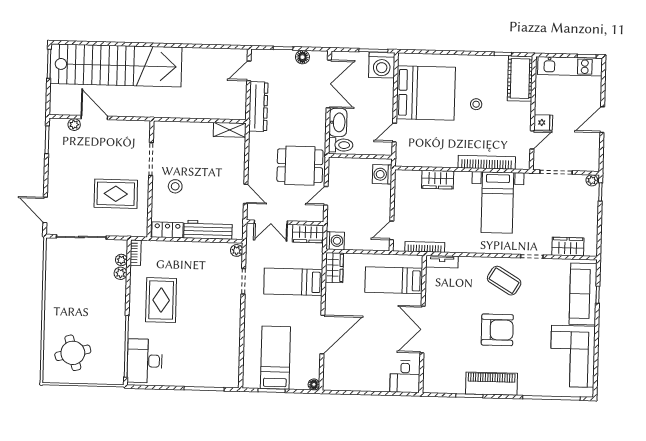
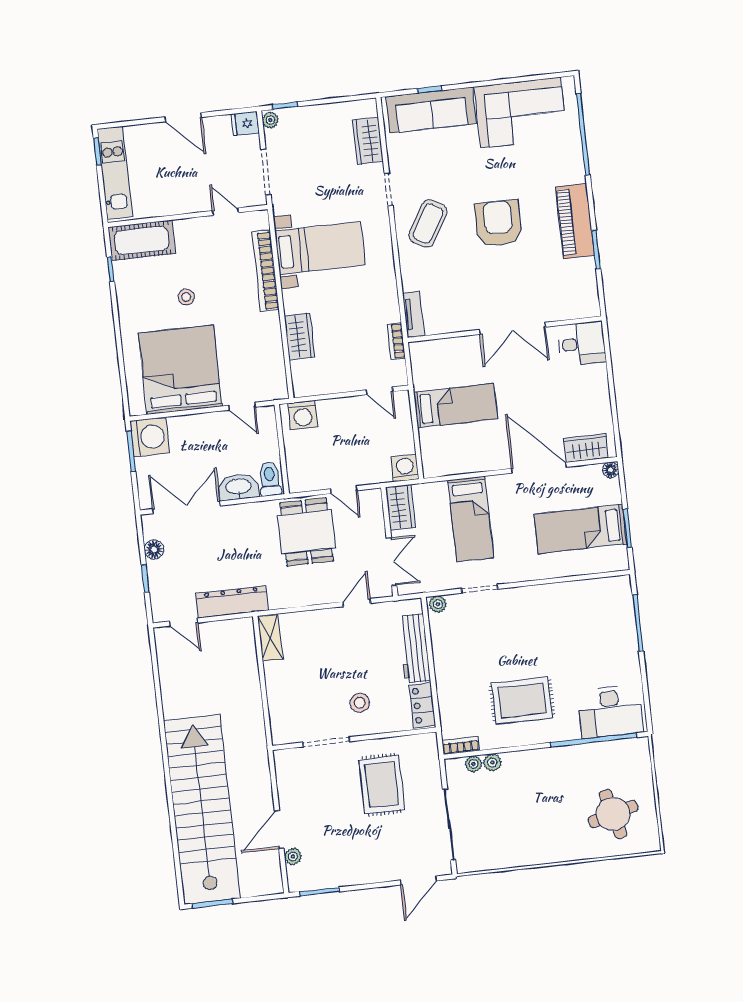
fridge: (543, 123) -> (245, 123), moved, turned -90
bookcase: (425, 247) -> (396, 341), width x0.64
wardrobe: (334, 268) -> (586, 448), moved
bed: (394, 280) -> (456, 406), moved, turned -90

